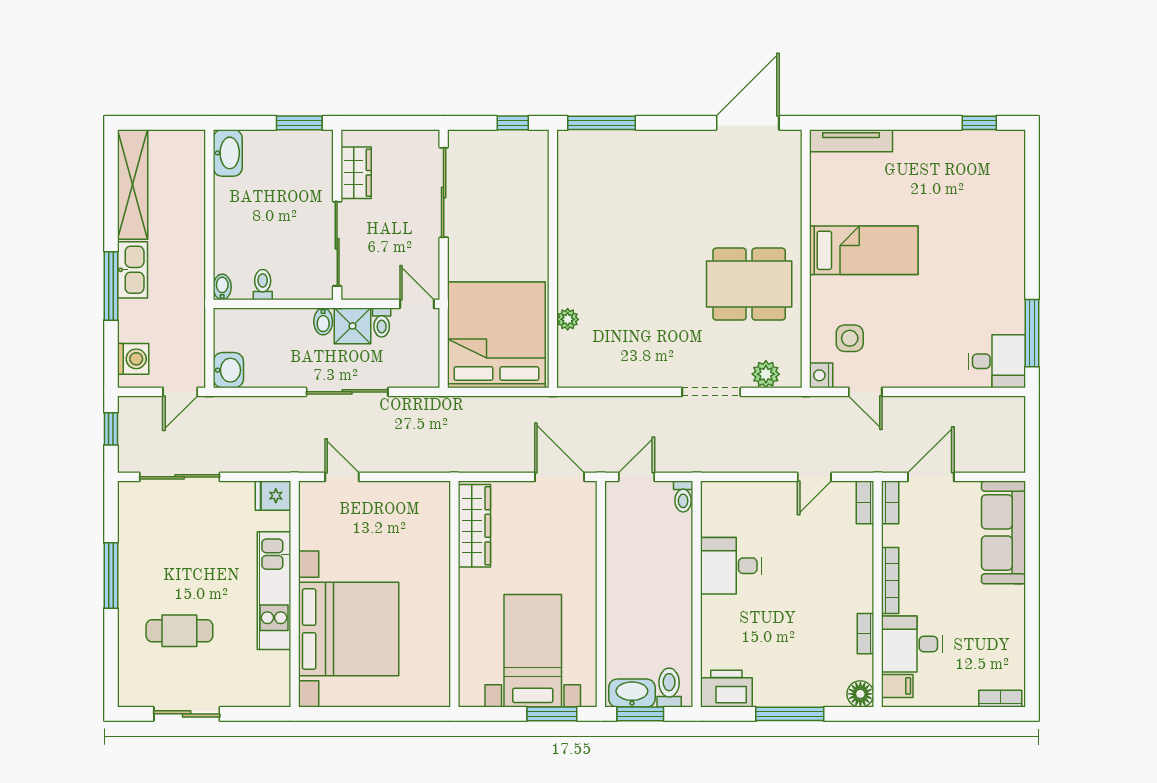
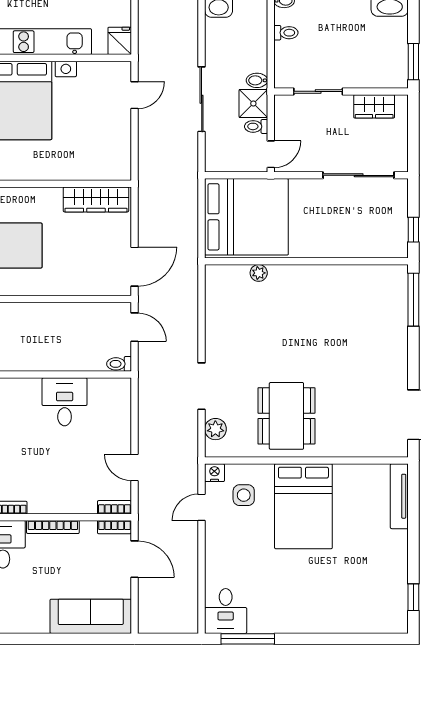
sliding door: (337, 244) -> (318, 91), width x0.73
bed: (864, 250) -> (303, 506), width x1.50

